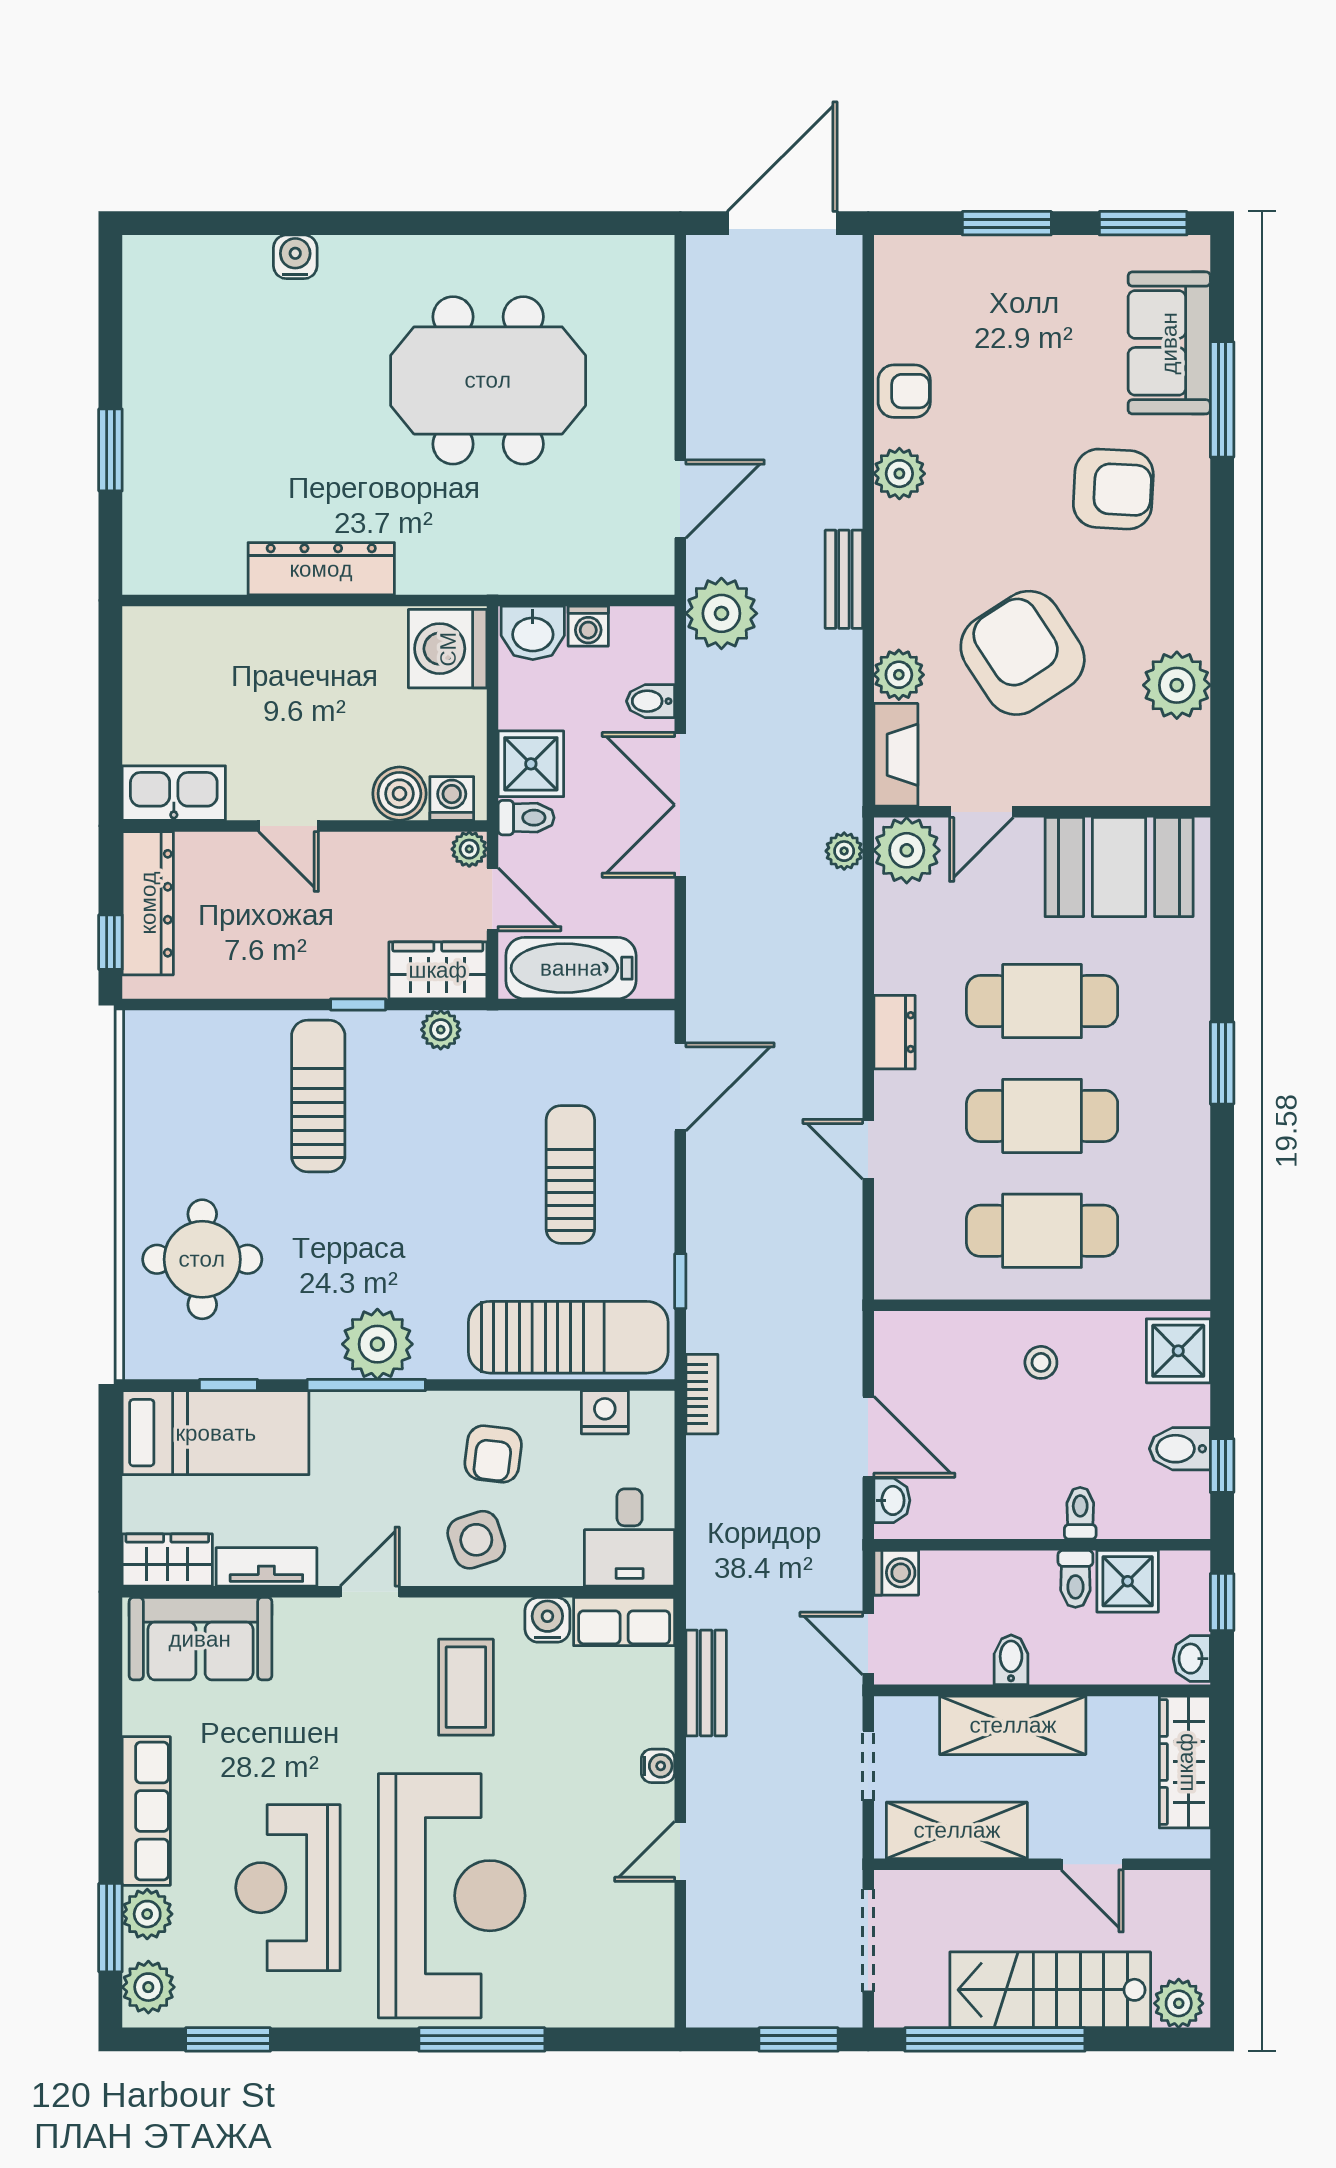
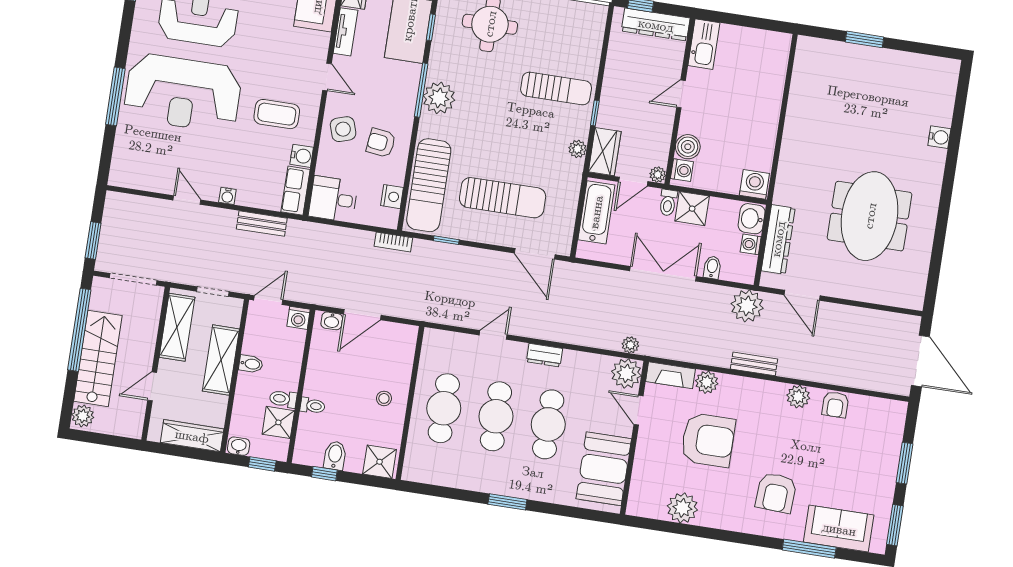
dresser: (321, 569) -> (778, 239), moved
washing machine: (448, 649) -> (754, 184), width x0.73, depth x0.73
armchair: (1023, 653) -> (708, 440), turned 33
sun lounger: (570, 1174) -> (503, 198), width x1.36, depth x1.34

